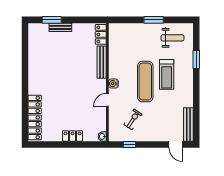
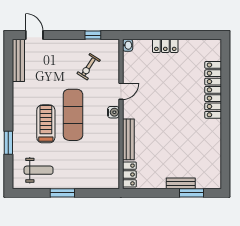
weight bench: (172, 38) -> (39, 170), turned 180
locker: (35, 118) -> (213, 90), moved

